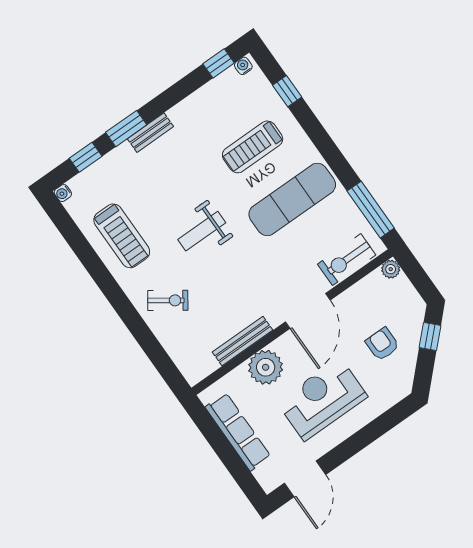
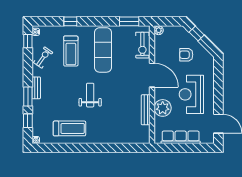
window: (287, 91) -> (70, 21), moved
window: (371, 210) -> (129, 21), width x0.69
weight bench: (202, 231) -> (90, 95), turned 180
exercise bike: (168, 300) -> (43, 57), moved

